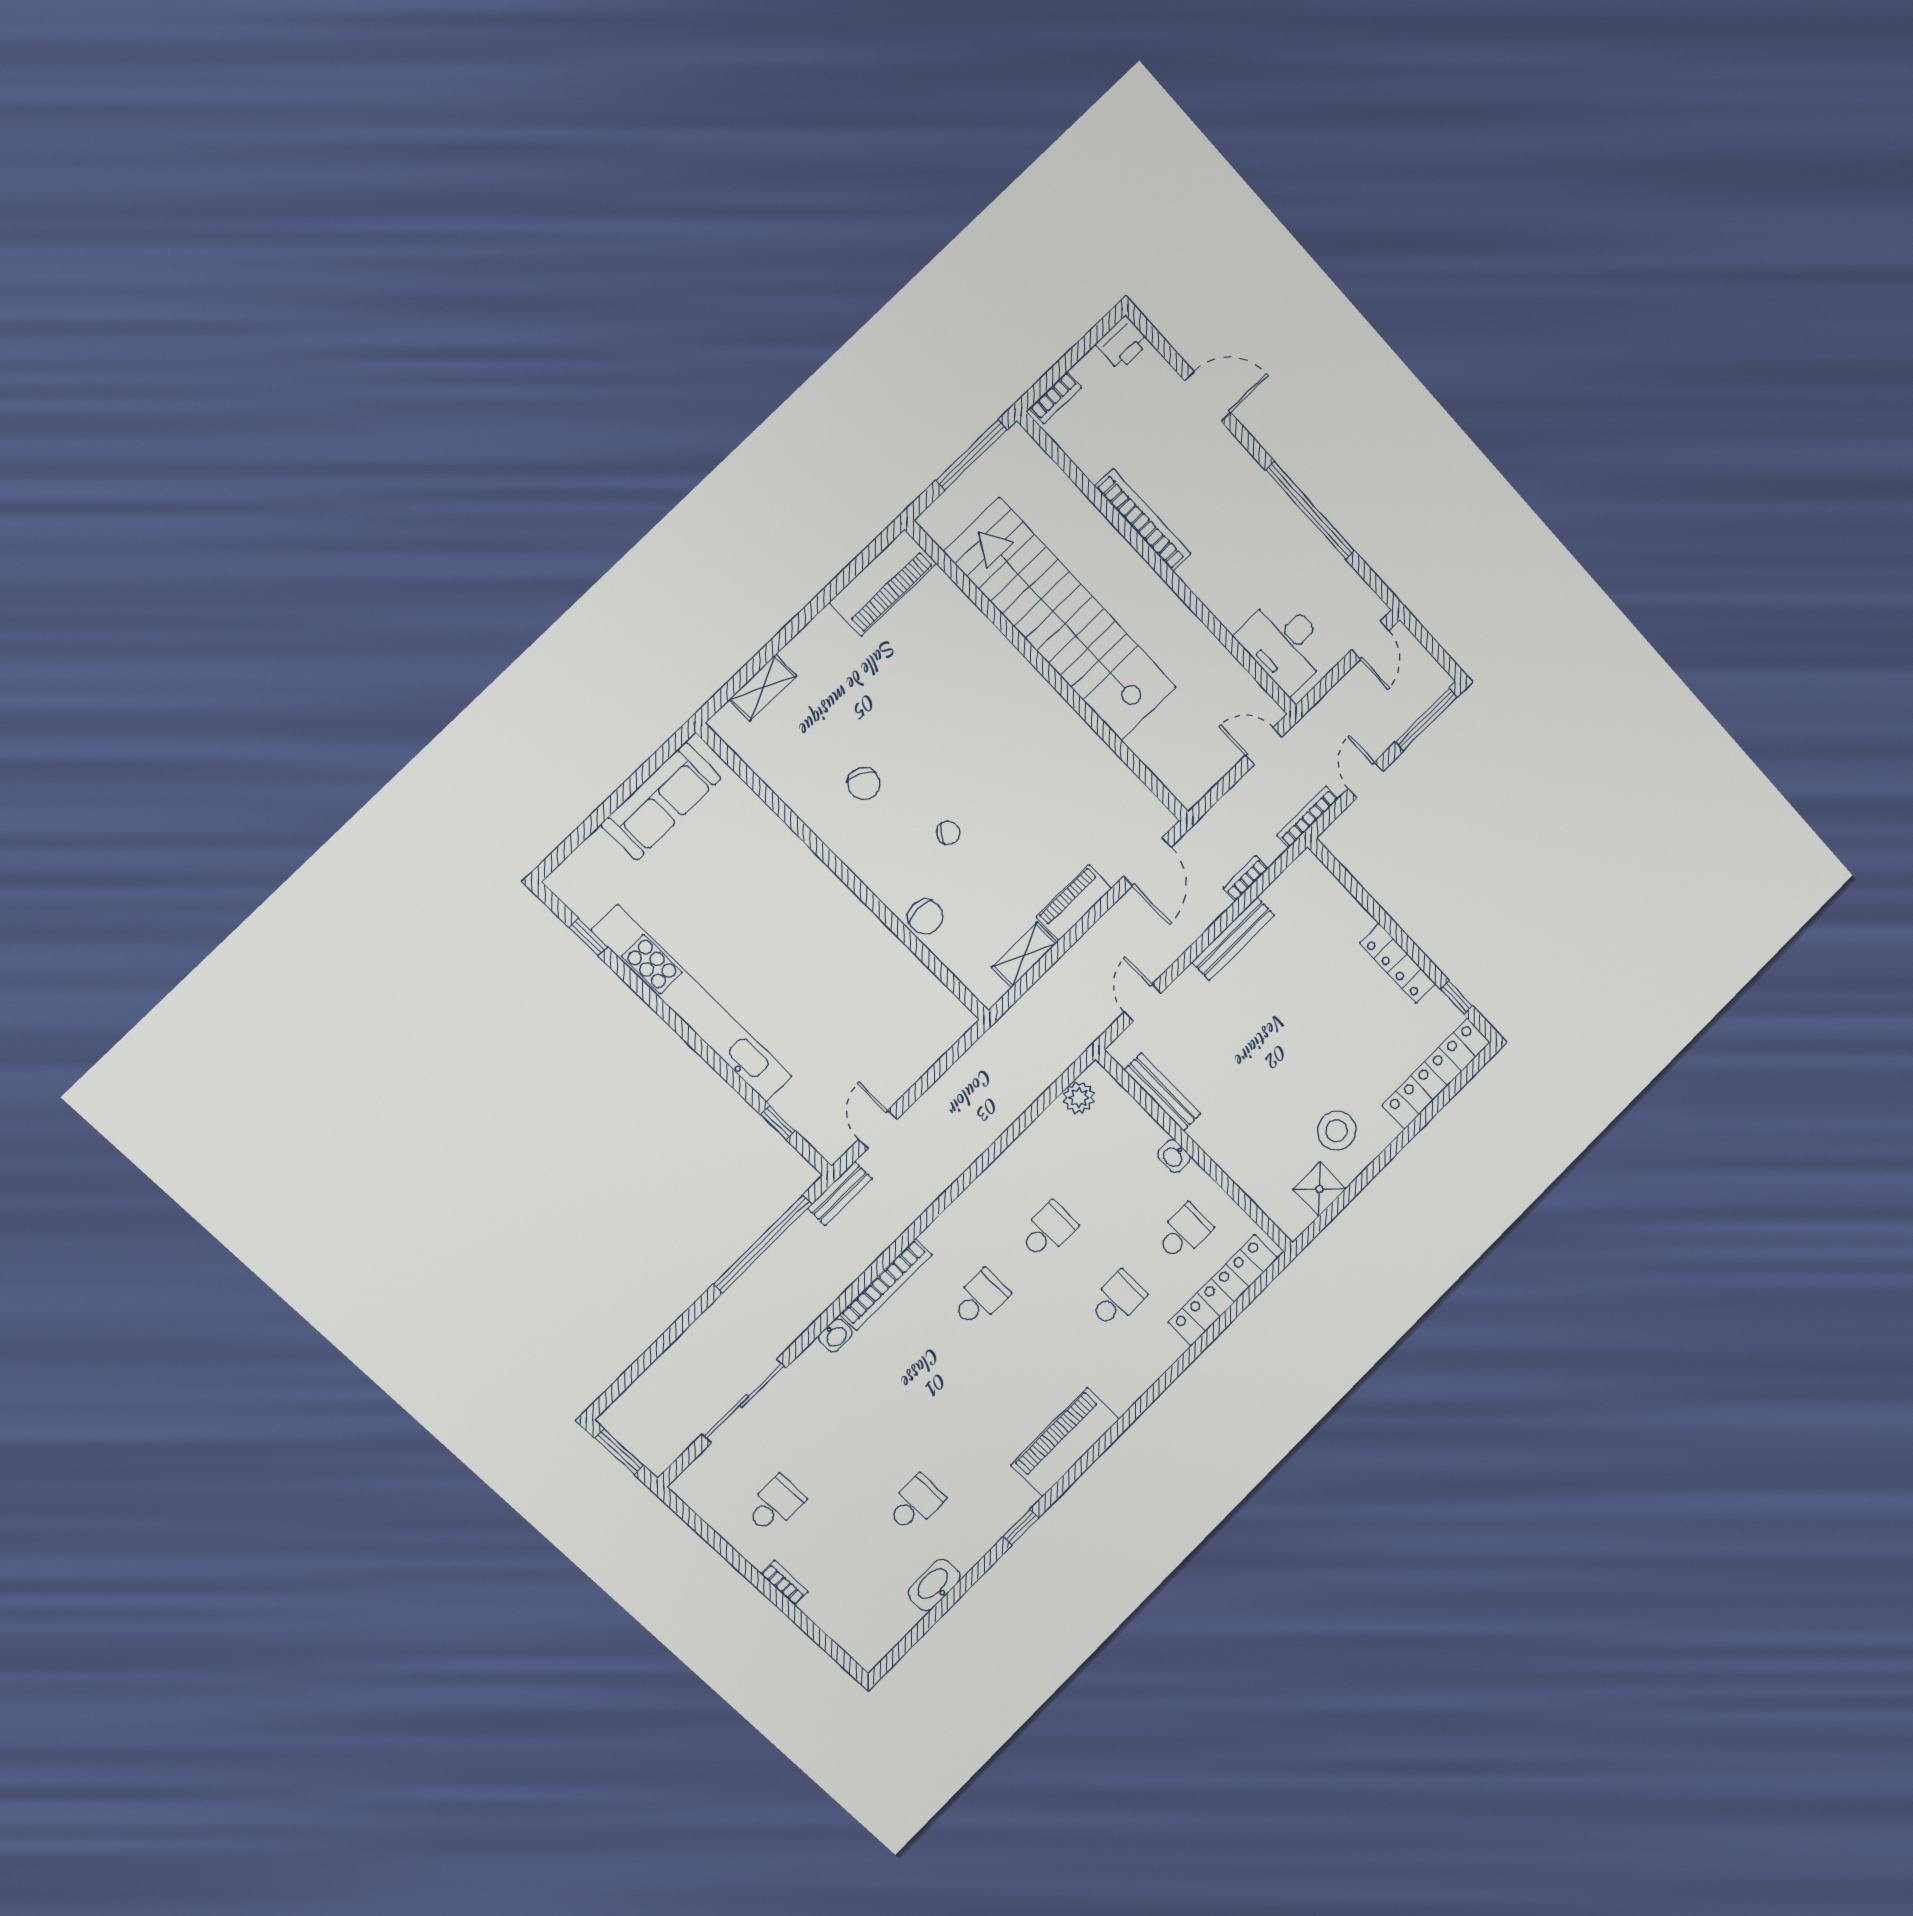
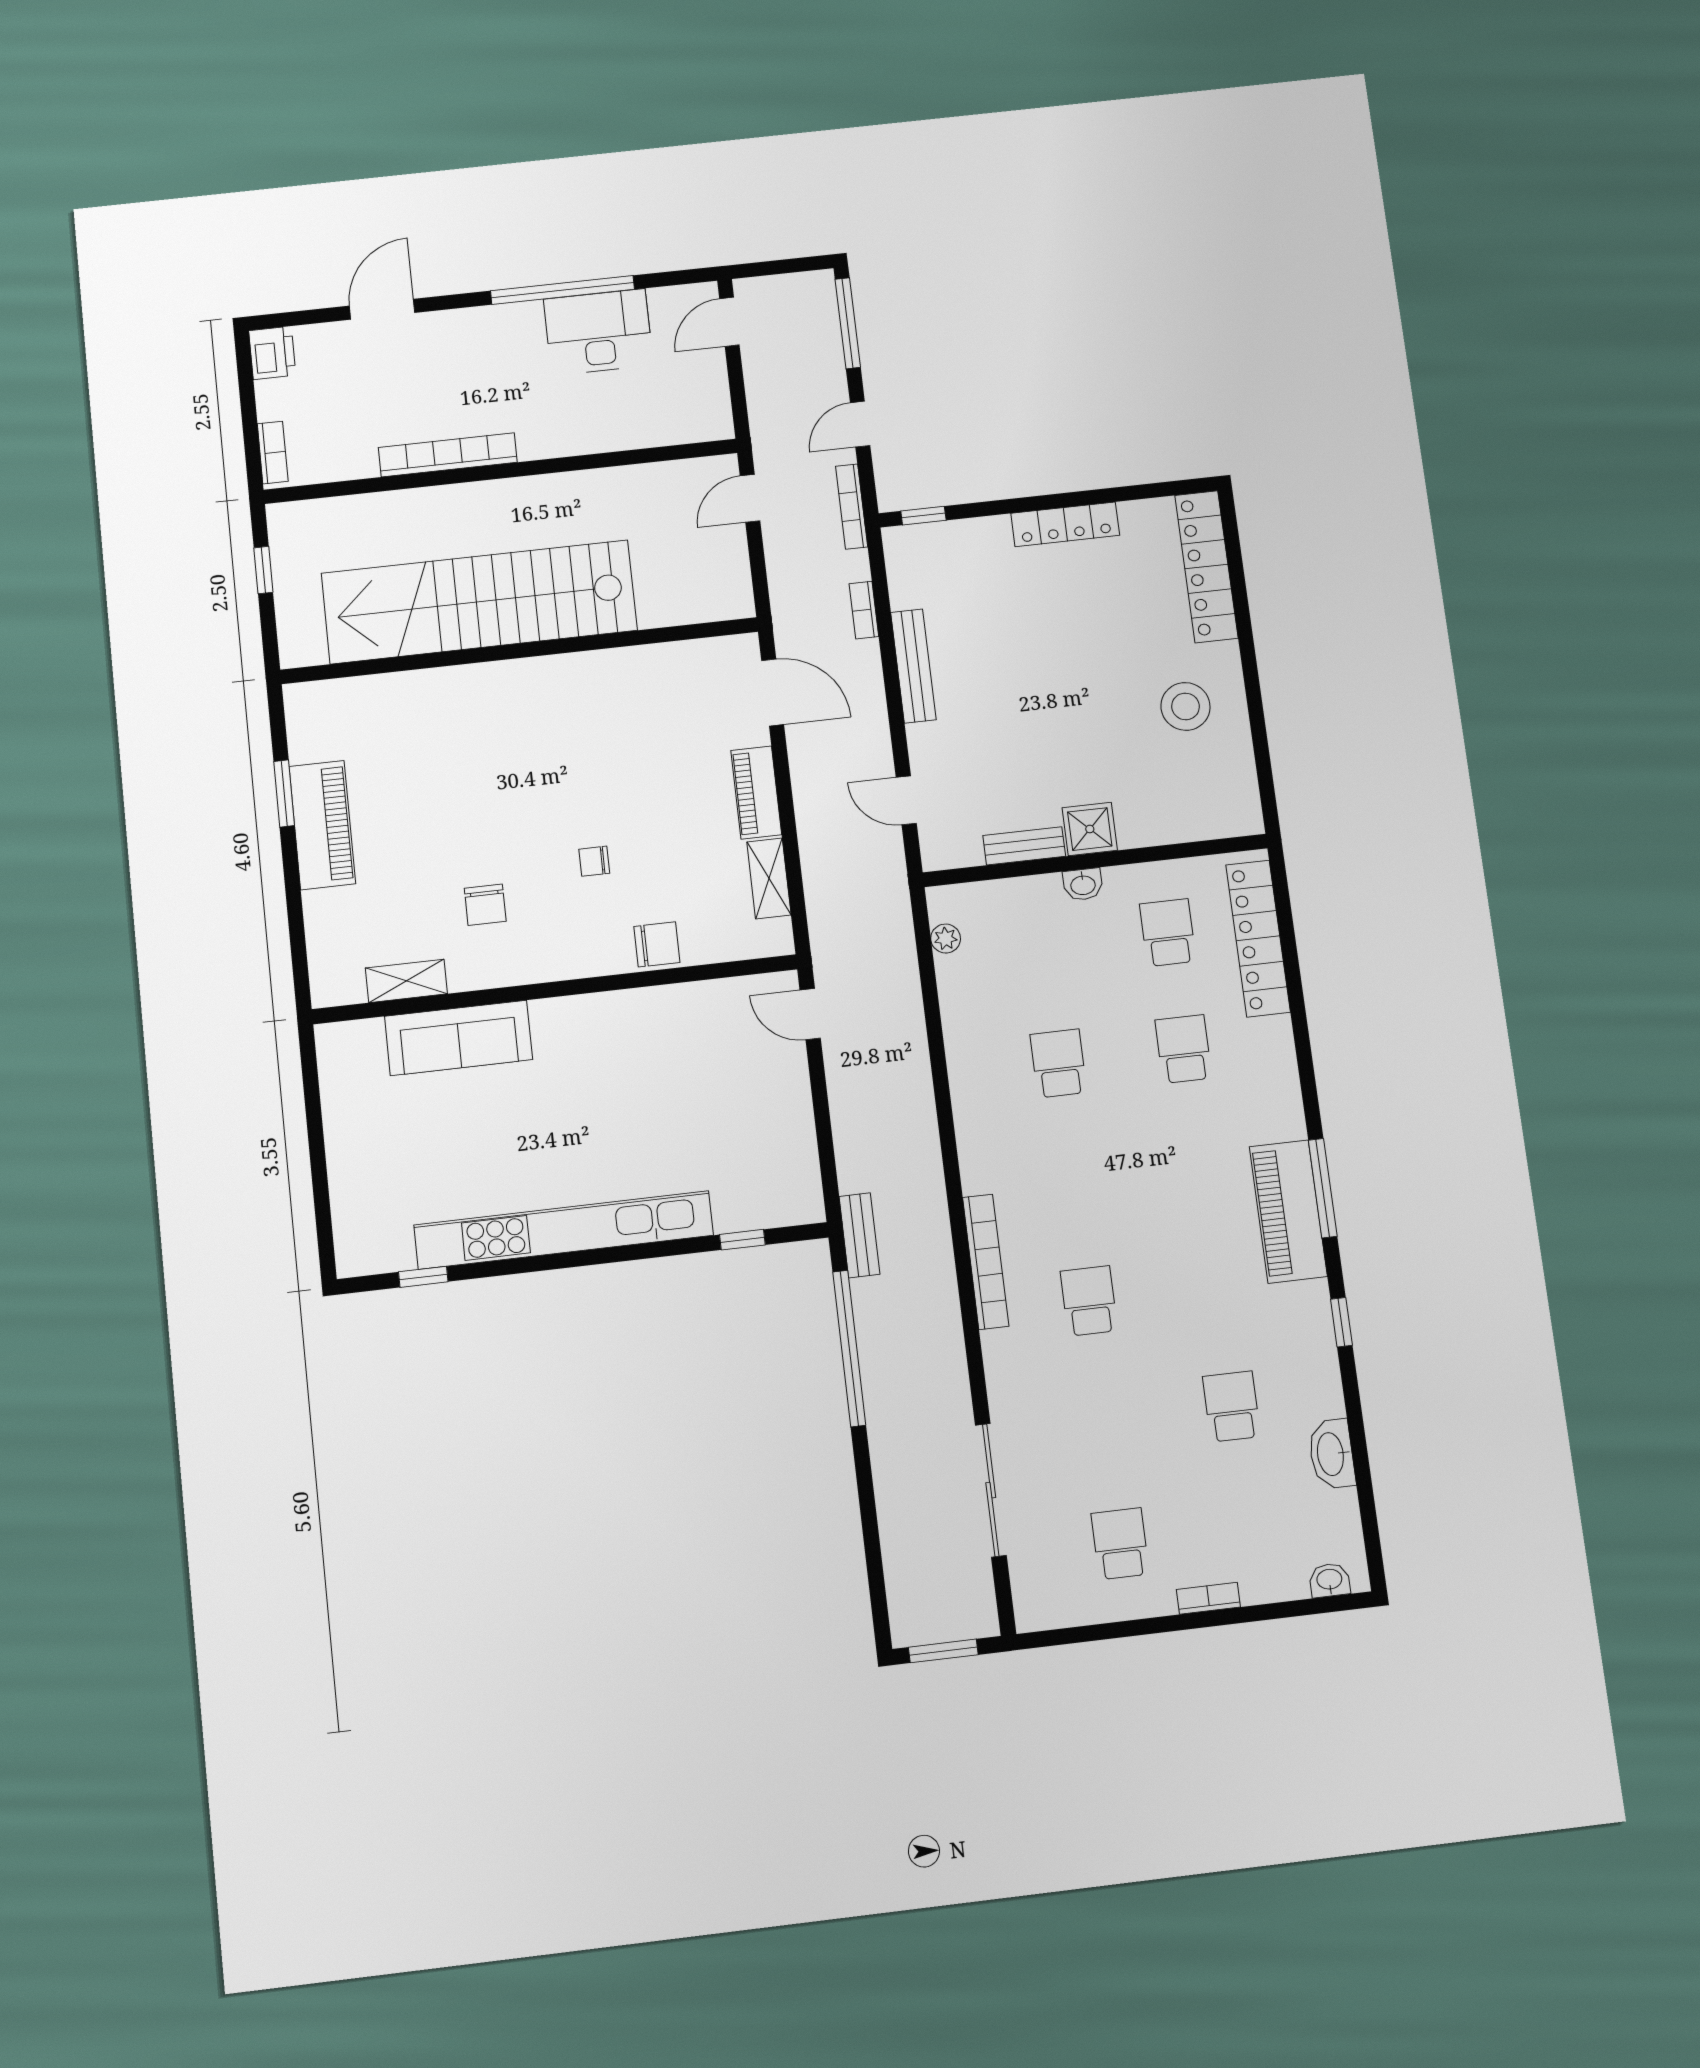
window: (972, 455) -> (263, 570), width x0.46
piano: (883, 583) -> (322, 825), moved
window: (833, 589) -> (284, 793), added
door: (1370, 640) -> (729, 322), swing flipped
desk: (1284, 644) -> (598, 332), moved, turned 180
shelving: (763, 688) -> (406, 981), moved, turned 90
door: (1366, 780) -> (860, 424), hinge flipped
chair: (864, 784) -> (485, 905), turned 65
sofa: (661, 801) -> (459, 1038), moved, turned 90
chair: (948, 833) -> (594, 861), turned -125
window: (1456, 997) -> (923, 516), moved
bench: (1162, 1092) -> (1024, 846), width x0.73
plant: (1079, 1098) -> (946, 939), width x0.73, depth x0.73
door: (878, 1130) -> (810, 1014), moved
shower: (1320, 1189) -> (1090, 829), moved
school desk: (980, 1298) -> (1089, 1301), moved
washbasin: (835, 1336) -> (1329, 1580), moved, turned -90
window: (1096, 1451) -> (1323, 1188), added

